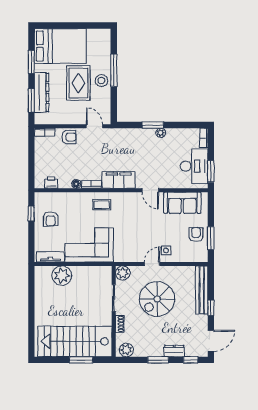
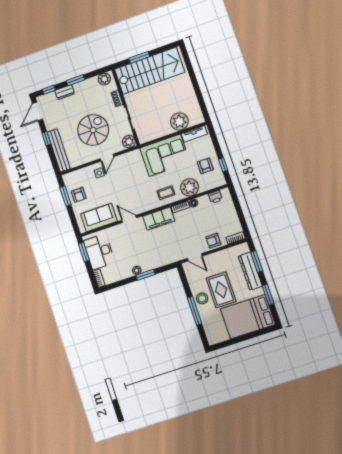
plant: (75, 202) -> (190, 187), added

